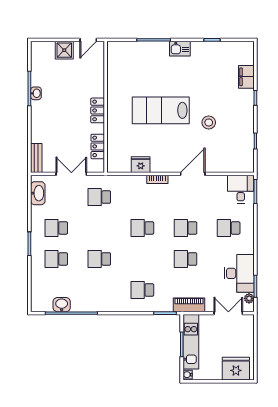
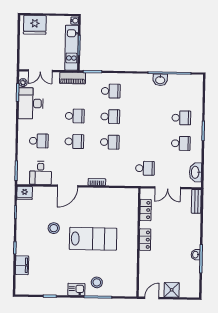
stool: (155, 58) -> (97, 282), added
fridge: (141, 165) -> (25, 193), moved
desk: (241, 189) -> (41, 173), moved
school desk: (99, 259) -> (110, 117), moved
washbasin: (62, 305) -> (160, 80), moved

